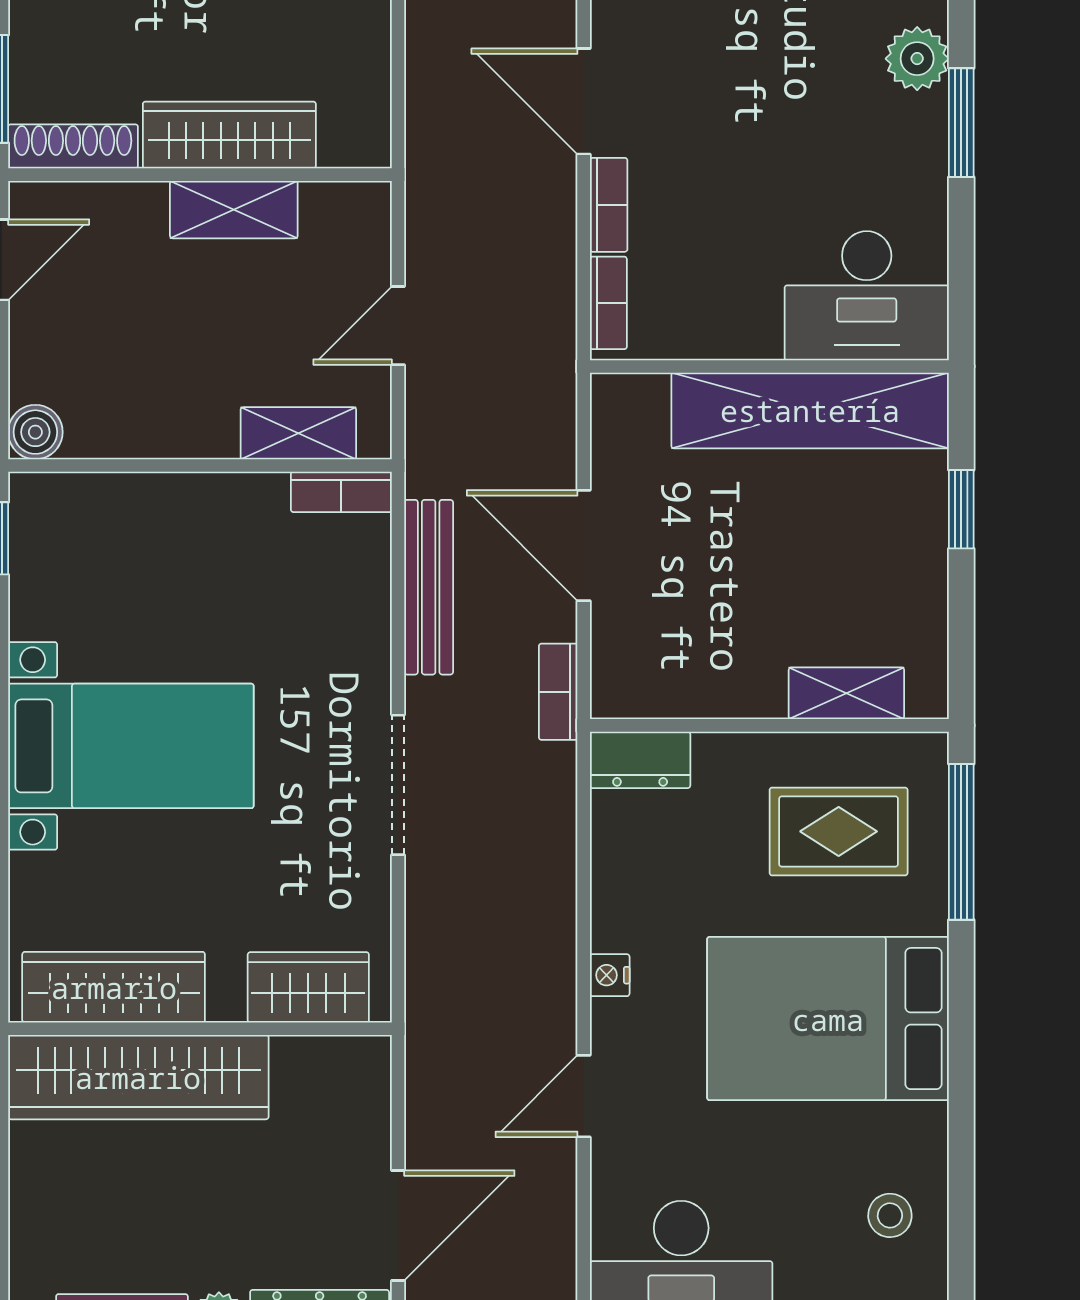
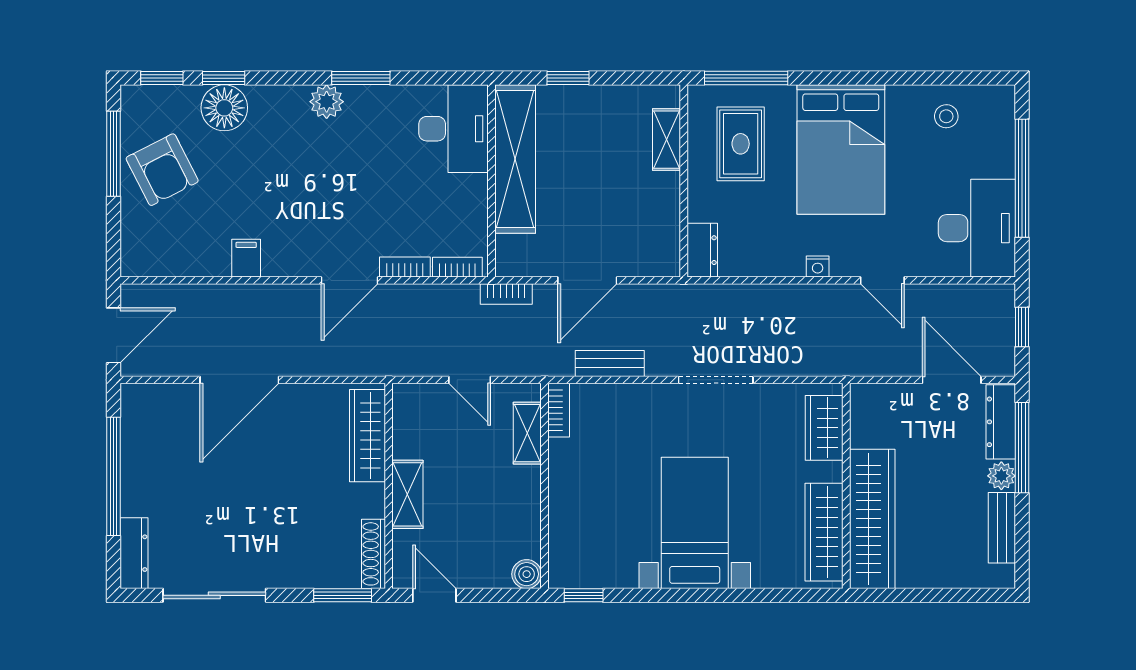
wardrobe: (229, 135) -> (367, 436), moved
shelving: (234, 210) -> (407, 494), moved
bench: (429, 587) -> (610, 363), width x0.73
bookcase: (558, 692) -> (506, 294), moved

